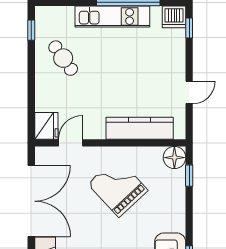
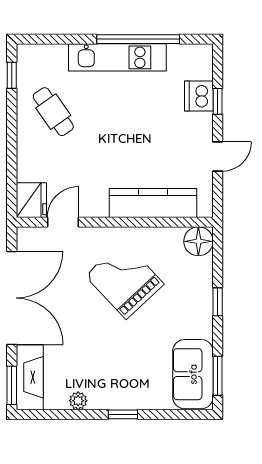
dishwasher: (174, 17) -> (199, 96), moved, turned 90
window: (189, 28) -> (218, 101), moved
window: (189, 176) -> (218, 302), moved

